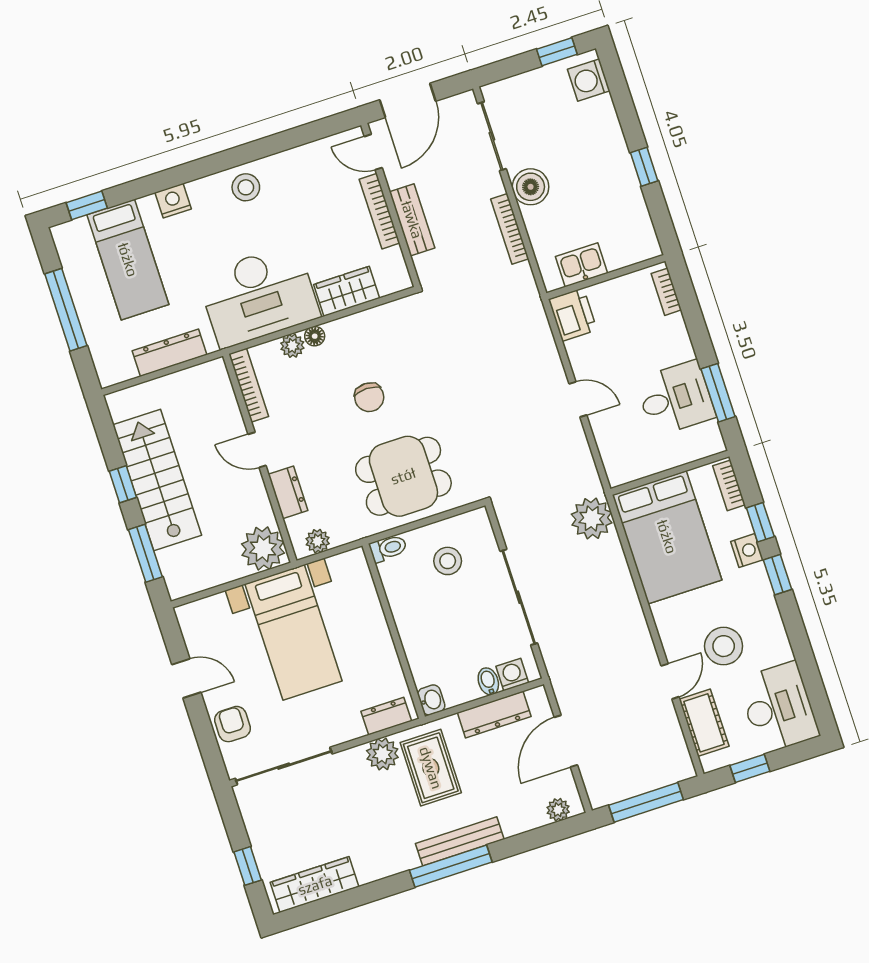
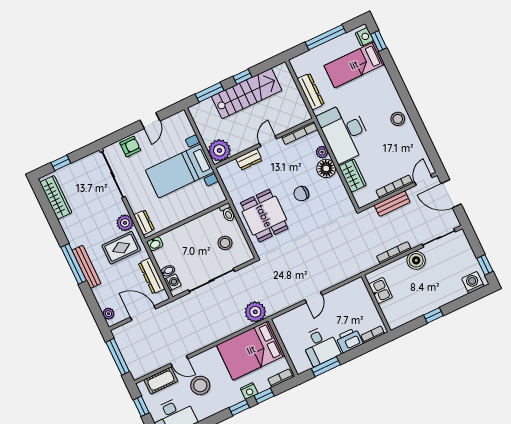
nightstand: (173, 201) -> (364, 37), moved
printer: (573, 315) -> (349, 340), moved, turned 180
floor lamp: (315, 336) -> (326, 168), width x1.89, depth x1.89
plant: (318, 541) -> (227, 177), removed

